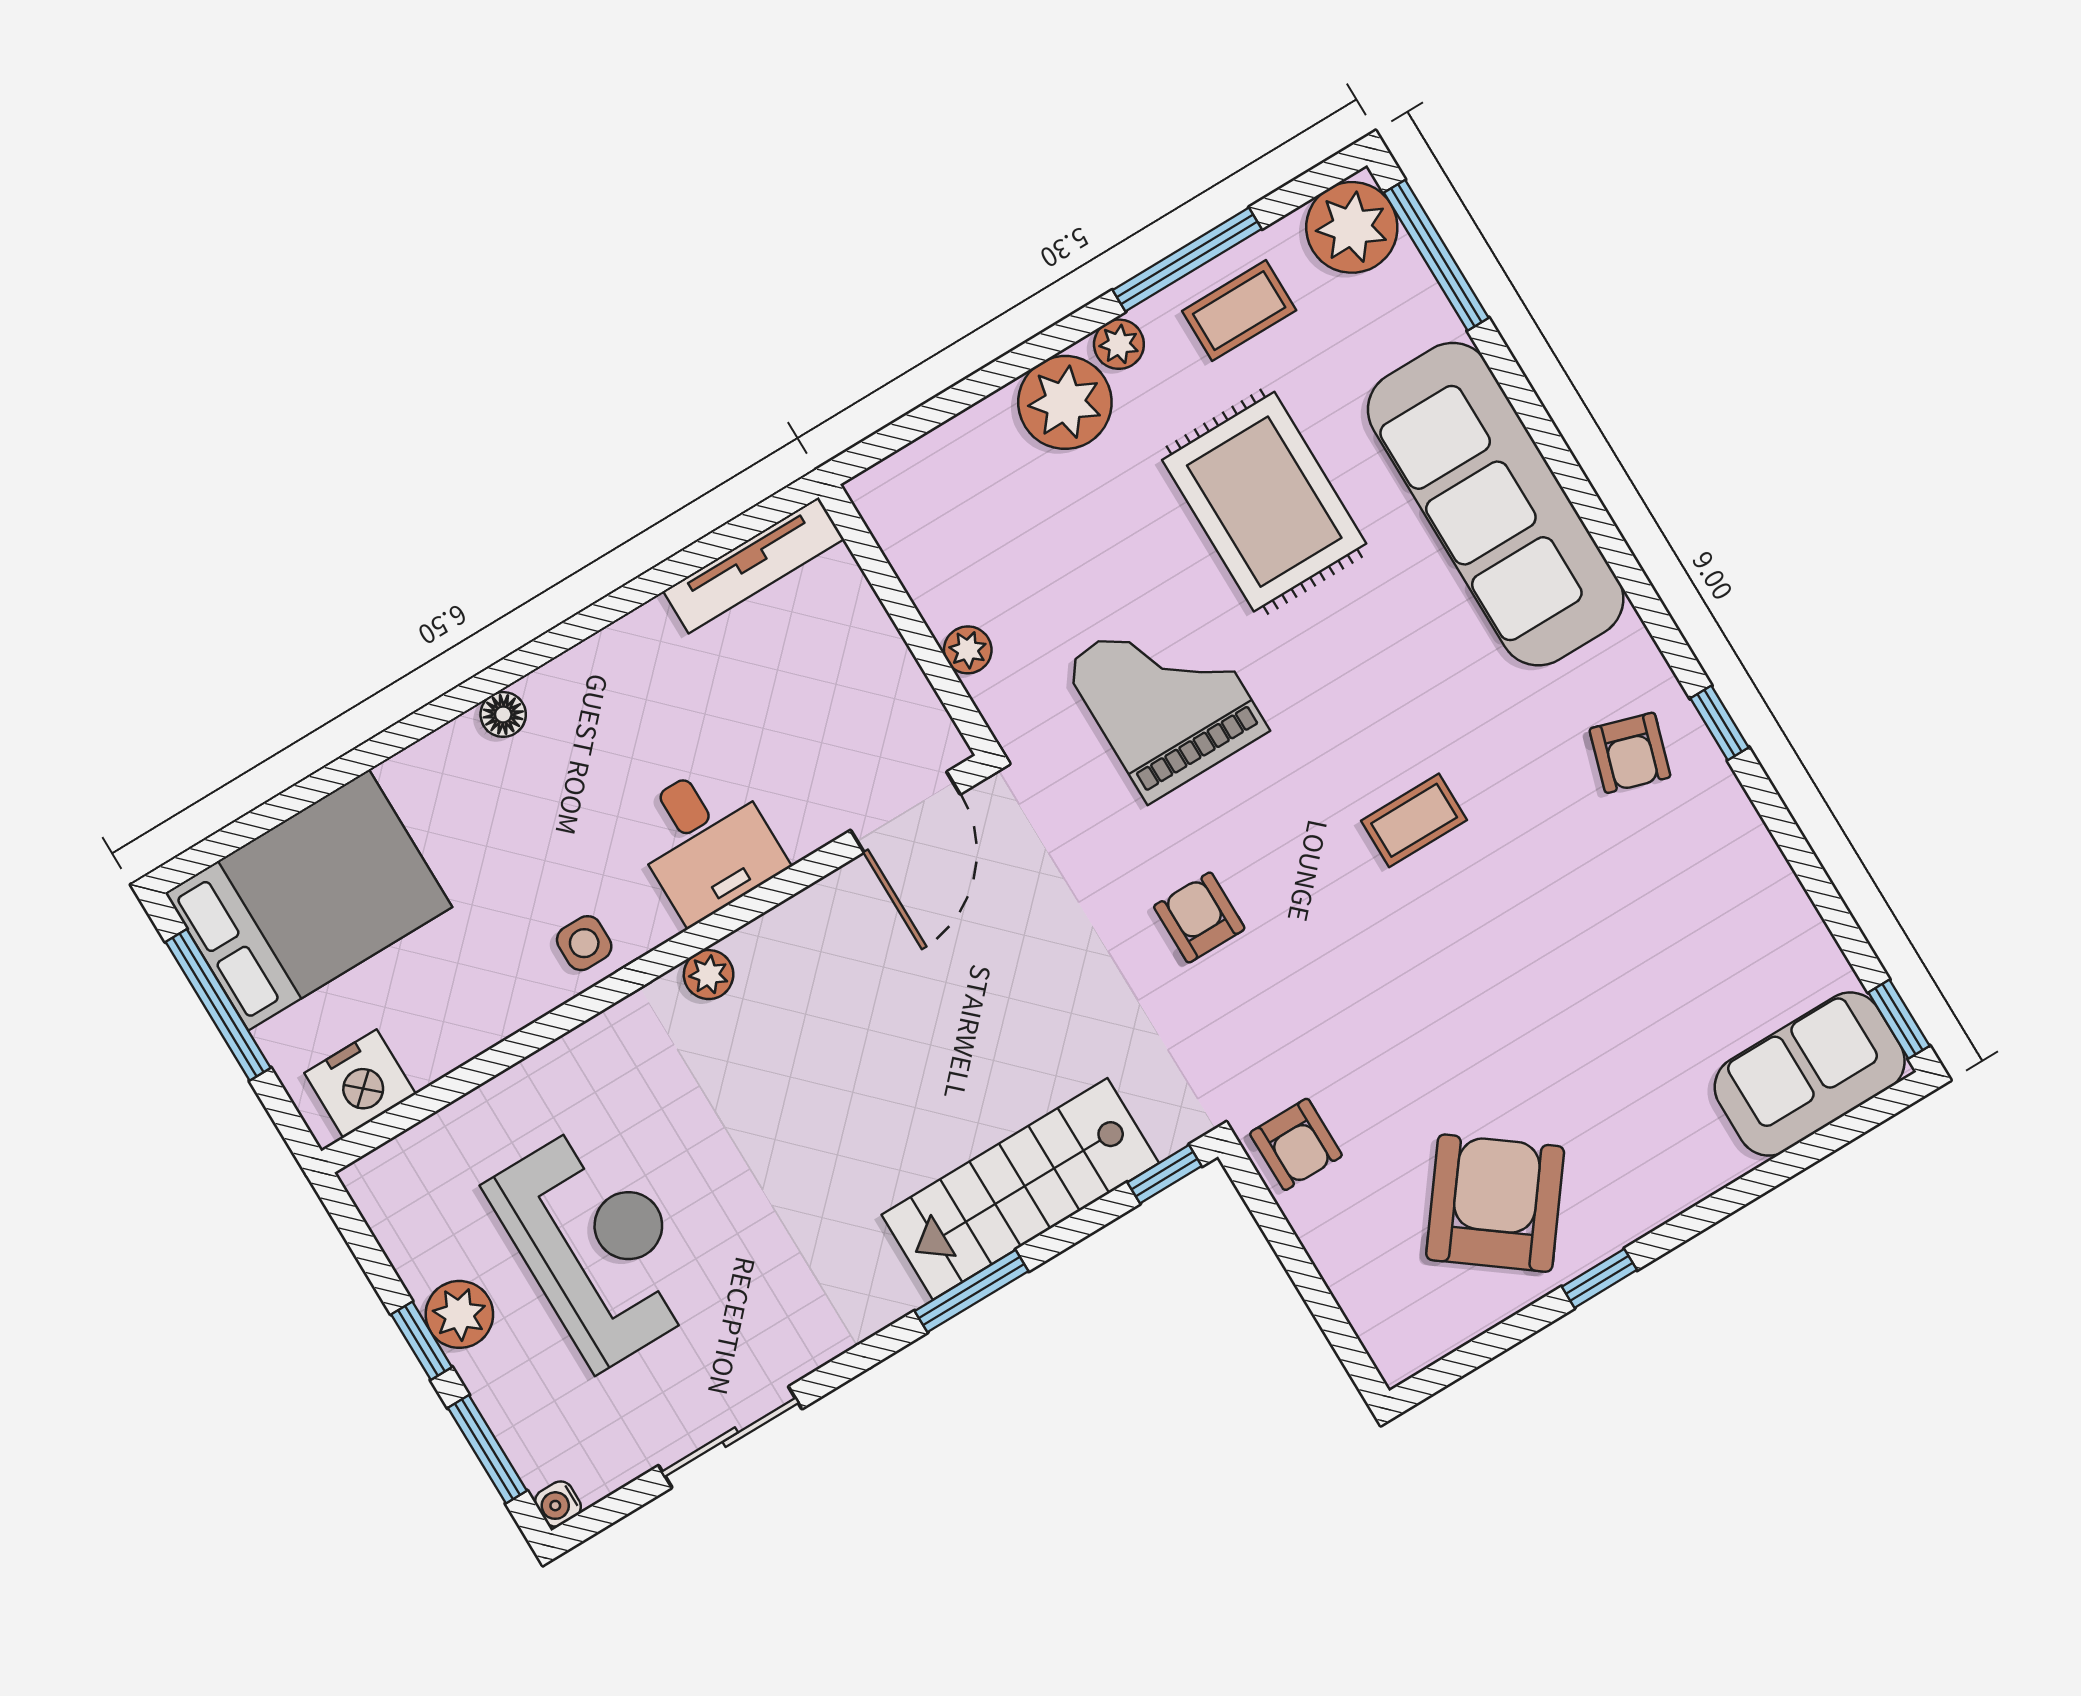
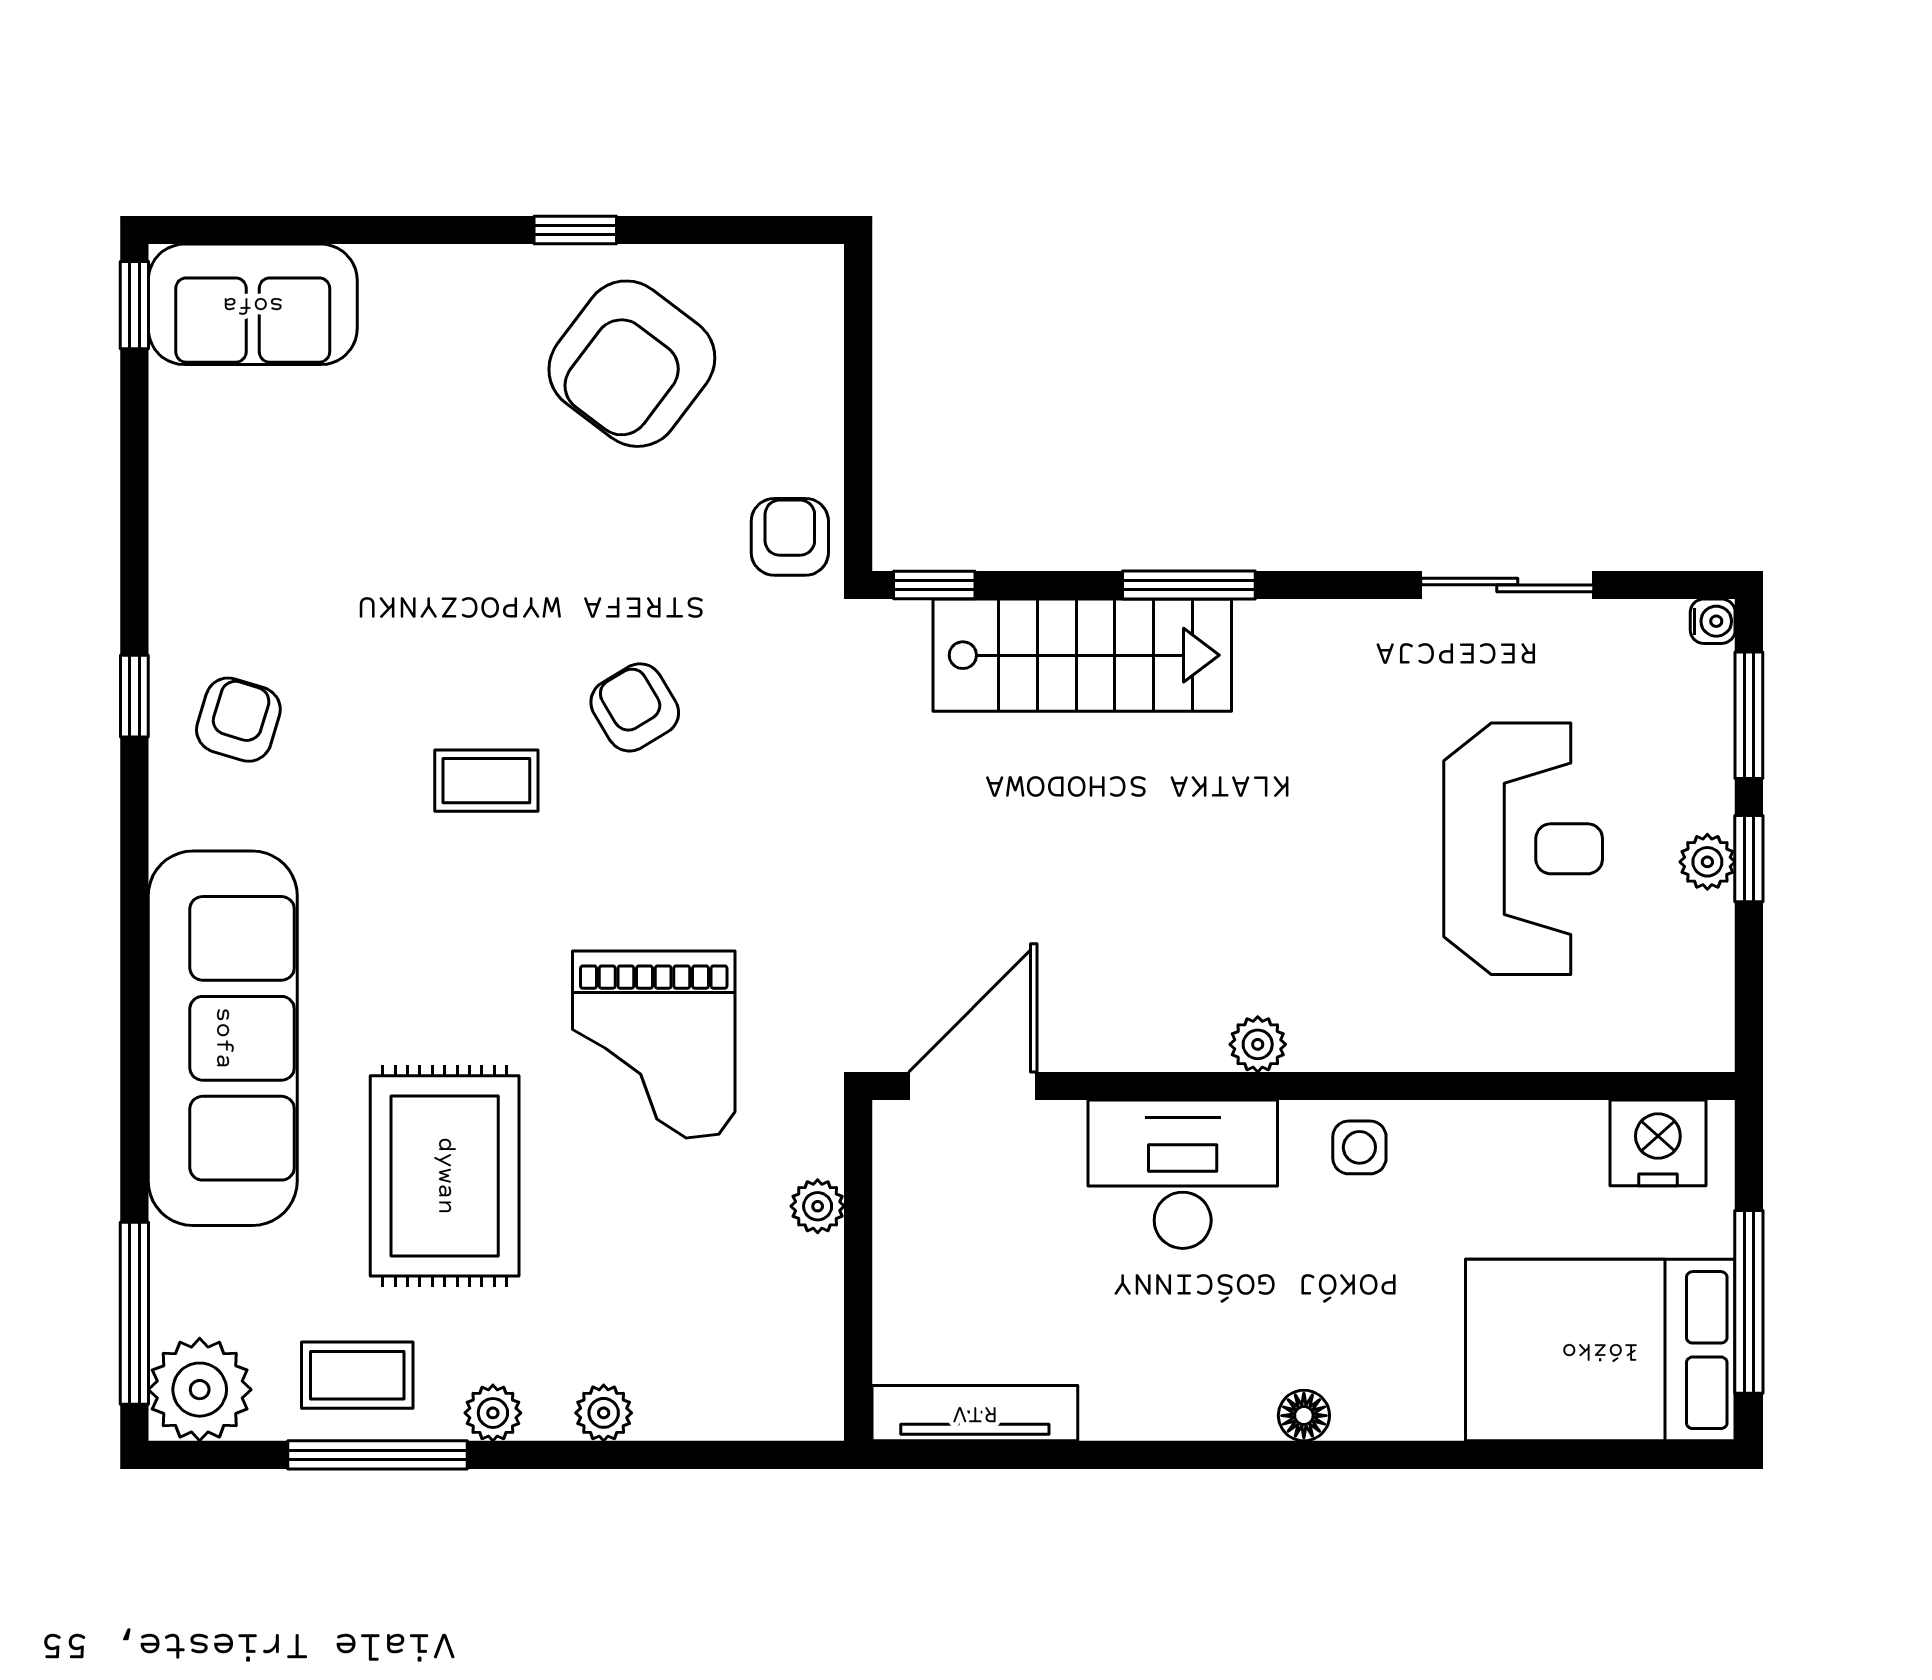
plant: (1065, 402) -> (604, 1413), width x0.53, depth x0.53
desk: (706, 842) -> (1183, 1174), width x1.37
armchair: (1199, 918) -> (635, 707), moved, turned 149
reception desk: (597, 1245) -> (1523, 849), turned 180
plant: (459, 1314) -> (1707, 862), width x0.73, depth x0.73

